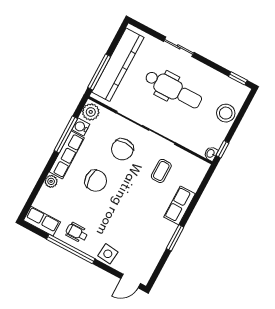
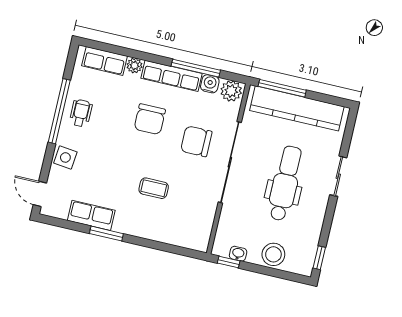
dental chair: (173, 89) -> (285, 183), turned 180
washbasin: (211, 154) -> (238, 254), moved
coffee table: (161, 171) -> (154, 188), moved
row of seats: (180, 205) -> (91, 215), moved
row of seats: (42, 221) -> (105, 61), moved, turned 90

